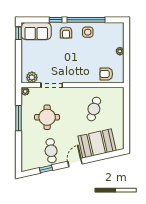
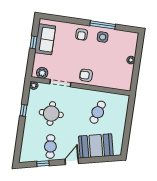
window: (56, 20) -> (73, 21), removed
window: (86, 20) -> (103, 25), width x0.68
sofa: (36, 31) -> (45, 39), moved, turned -90
window: (19, 33) -> (33, 42), moved
armchair: (106, 74) -> (86, 75), moved
window: (19, 118) -> (24, 110), width x0.46

